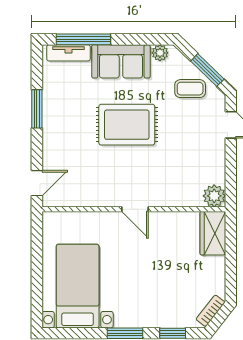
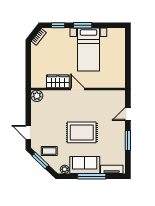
window: (83, 39) -> (92, 176), moved
door: (37, 183) -> (128, 114), moved
wardrobe: (213, 233) -> (58, 81), moved, turned -90
bed with nightstands: (78, 286) -> (88, 49), moved

